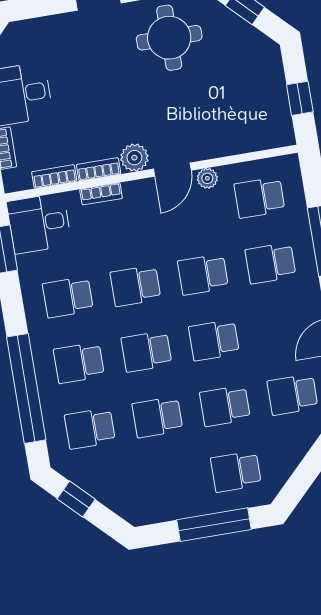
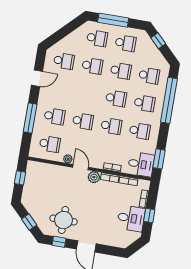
door: (172, 170) -> (81, 167), hinge flipped
school desk: (214, 340) -> (125, 43), moved
window: (76, 499) -> (158, 41), moved

